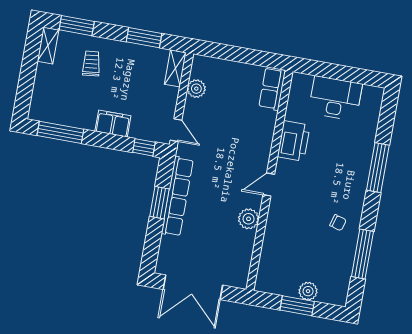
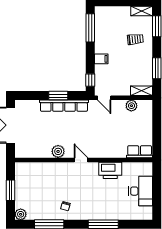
filing cabinet: (113, 124) -> (101, 59), width x0.50
door: (176, 130) -> (104, 98), hinge flipped
plant: (308, 291) -> (21, 214), moved

